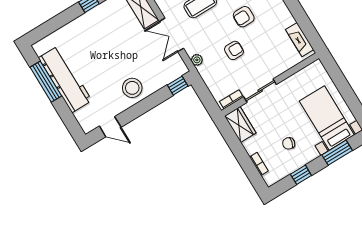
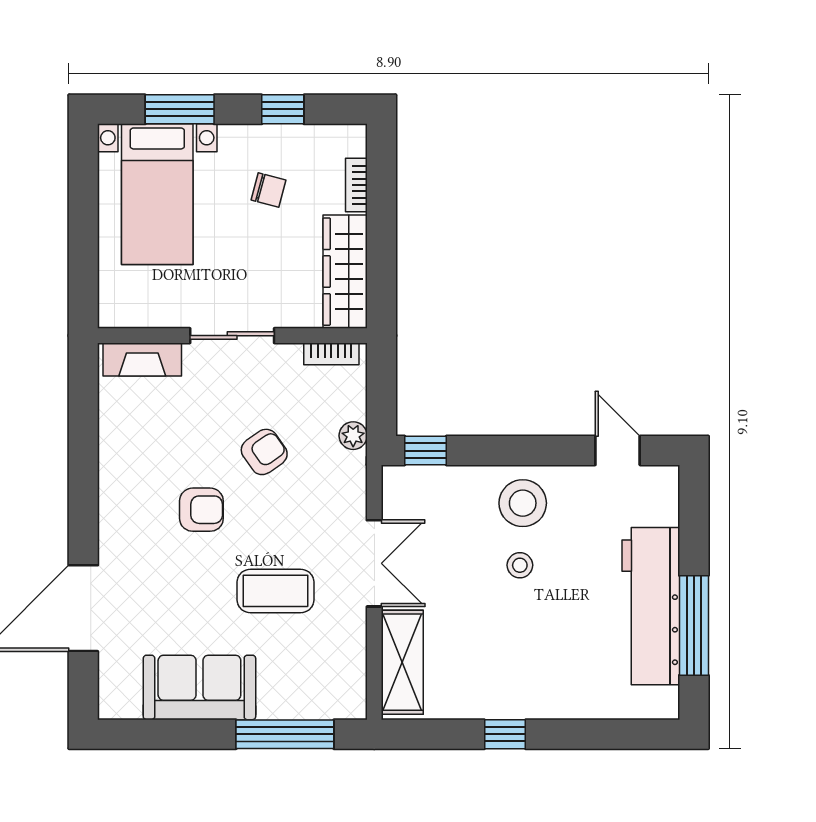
fireplace: (300, 40) -> (142, 359), moved, turned 90
armchair: (234, 50) -> (264, 452), turned 145
plant: (197, 60) -> (353, 436), moved
stool: (120, 65) -> (520, 565), added
sliding door: (260, 91) -> (232, 336), moved
wardrobe: (240, 124) -> (345, 272), width x1.50

